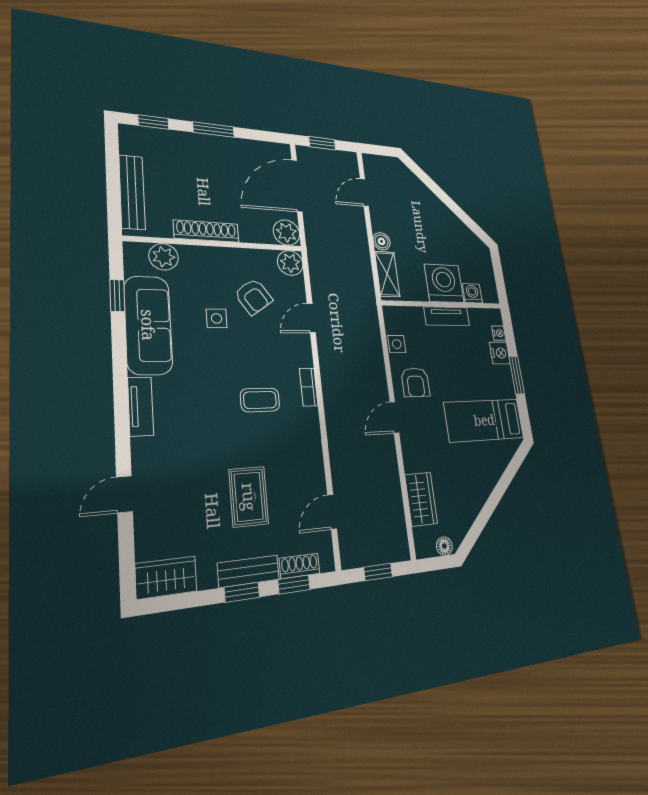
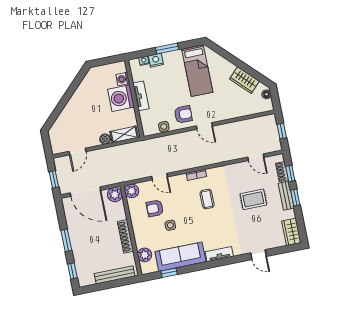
door: (364, 193) -> (77, 152), hinge flipped
armchair: (253, 297) -> (155, 208), turned -145
wardrobe: (421, 499) -> (244, 80), moved, turned -135

